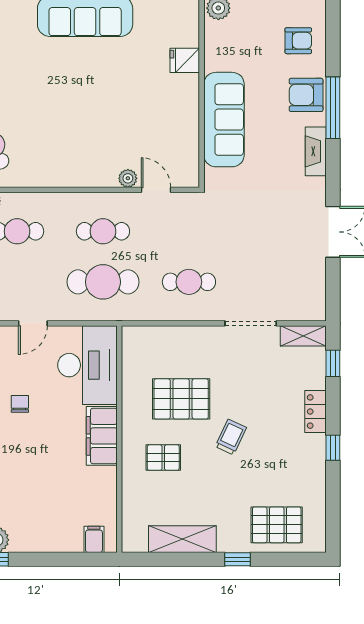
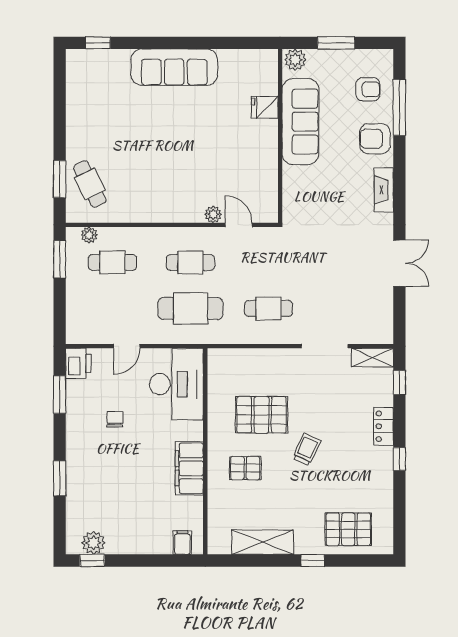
window: (333, 108) -> (399, 107), moved
sofa: (224, 120) -> (300, 122), moved
filing cabinet: (102, 436) -> (189, 468), moved

